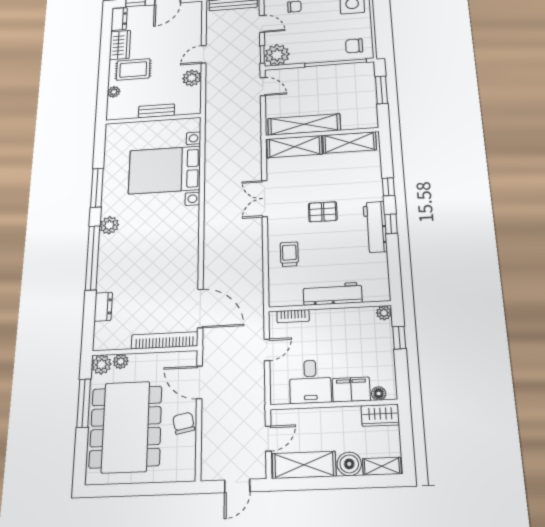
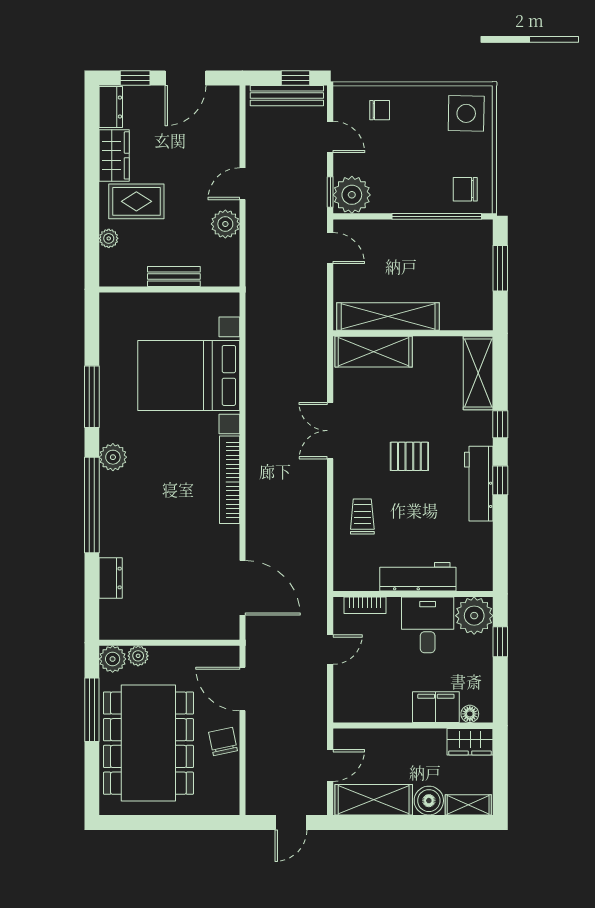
shelving: (349, 143) -> (478, 373), moved, turned 90
plant: (384, 313) -> (474, 616), width x1.88, depth x1.88
bookcase: (165, 340) -> (230, 480), moved, turned -90
desk: (310, 382) -> (428, 625), moved, turned 180

